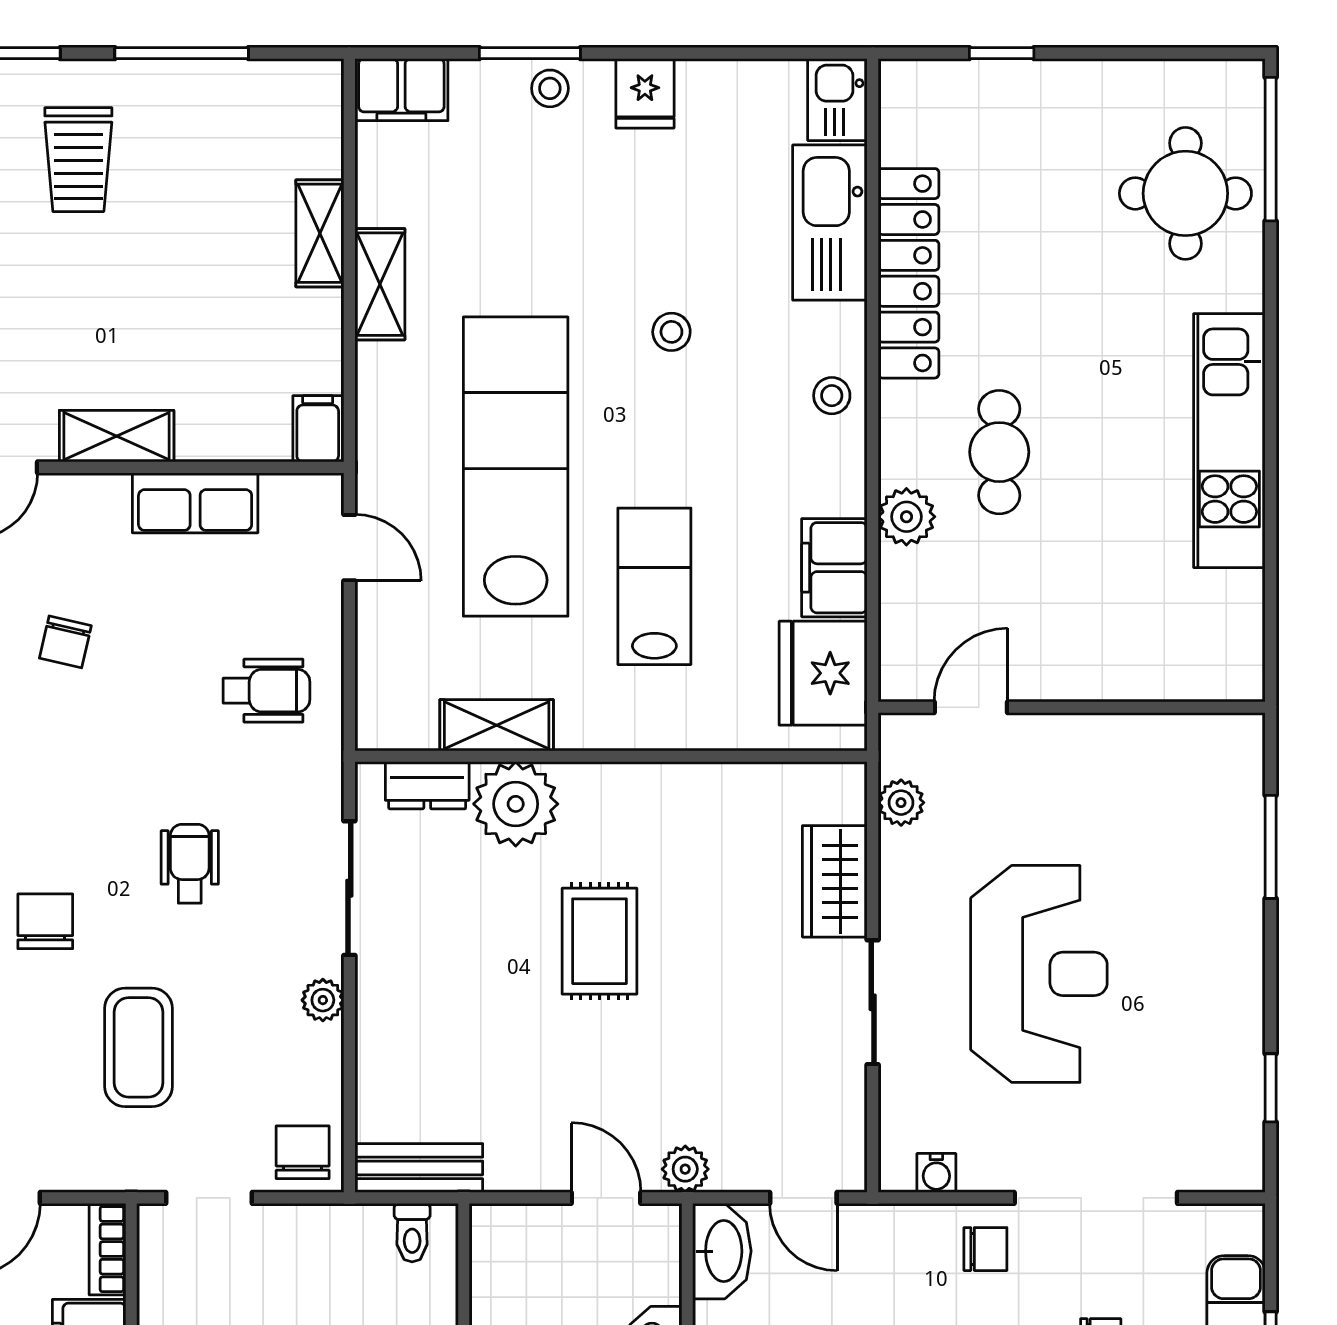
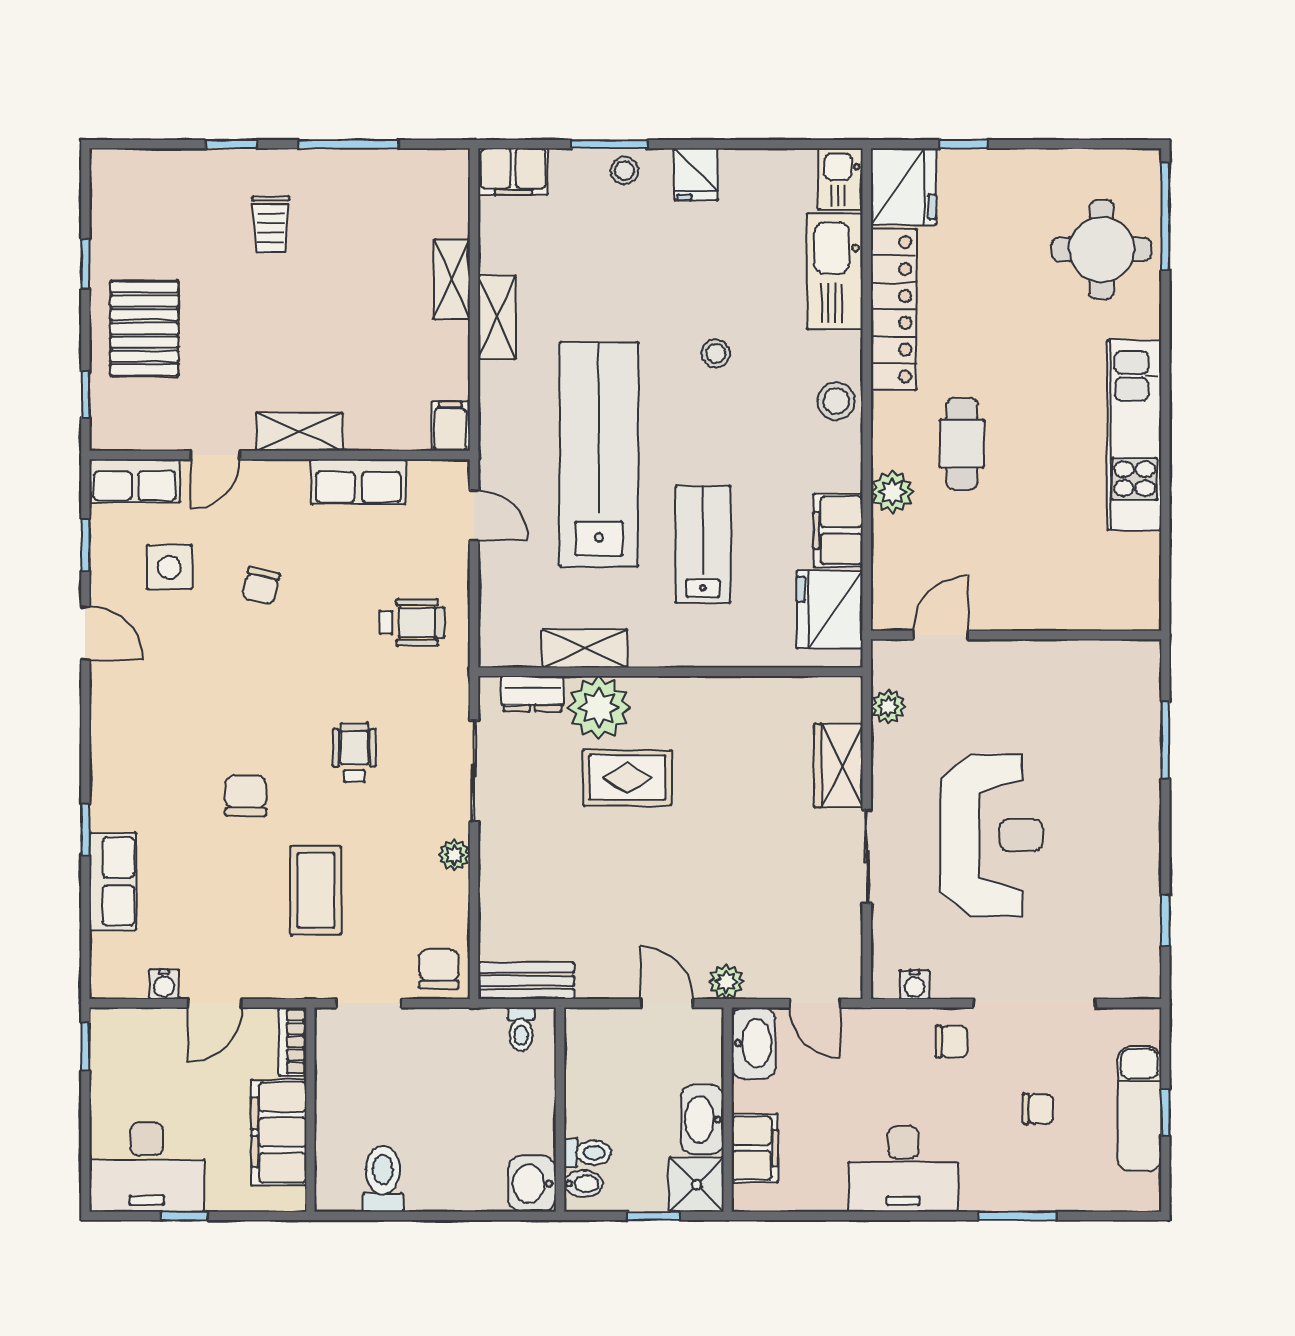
fridge: (922, 110) -> (903, 187), added
trolley: (78, 160) -> (271, 224), width x0.73, depth x0.72
stool: (832, 396) -> (836, 401), width x1.37, depth x1.37
rug: (600, 941) -> (627, 778), moved, turned 90

